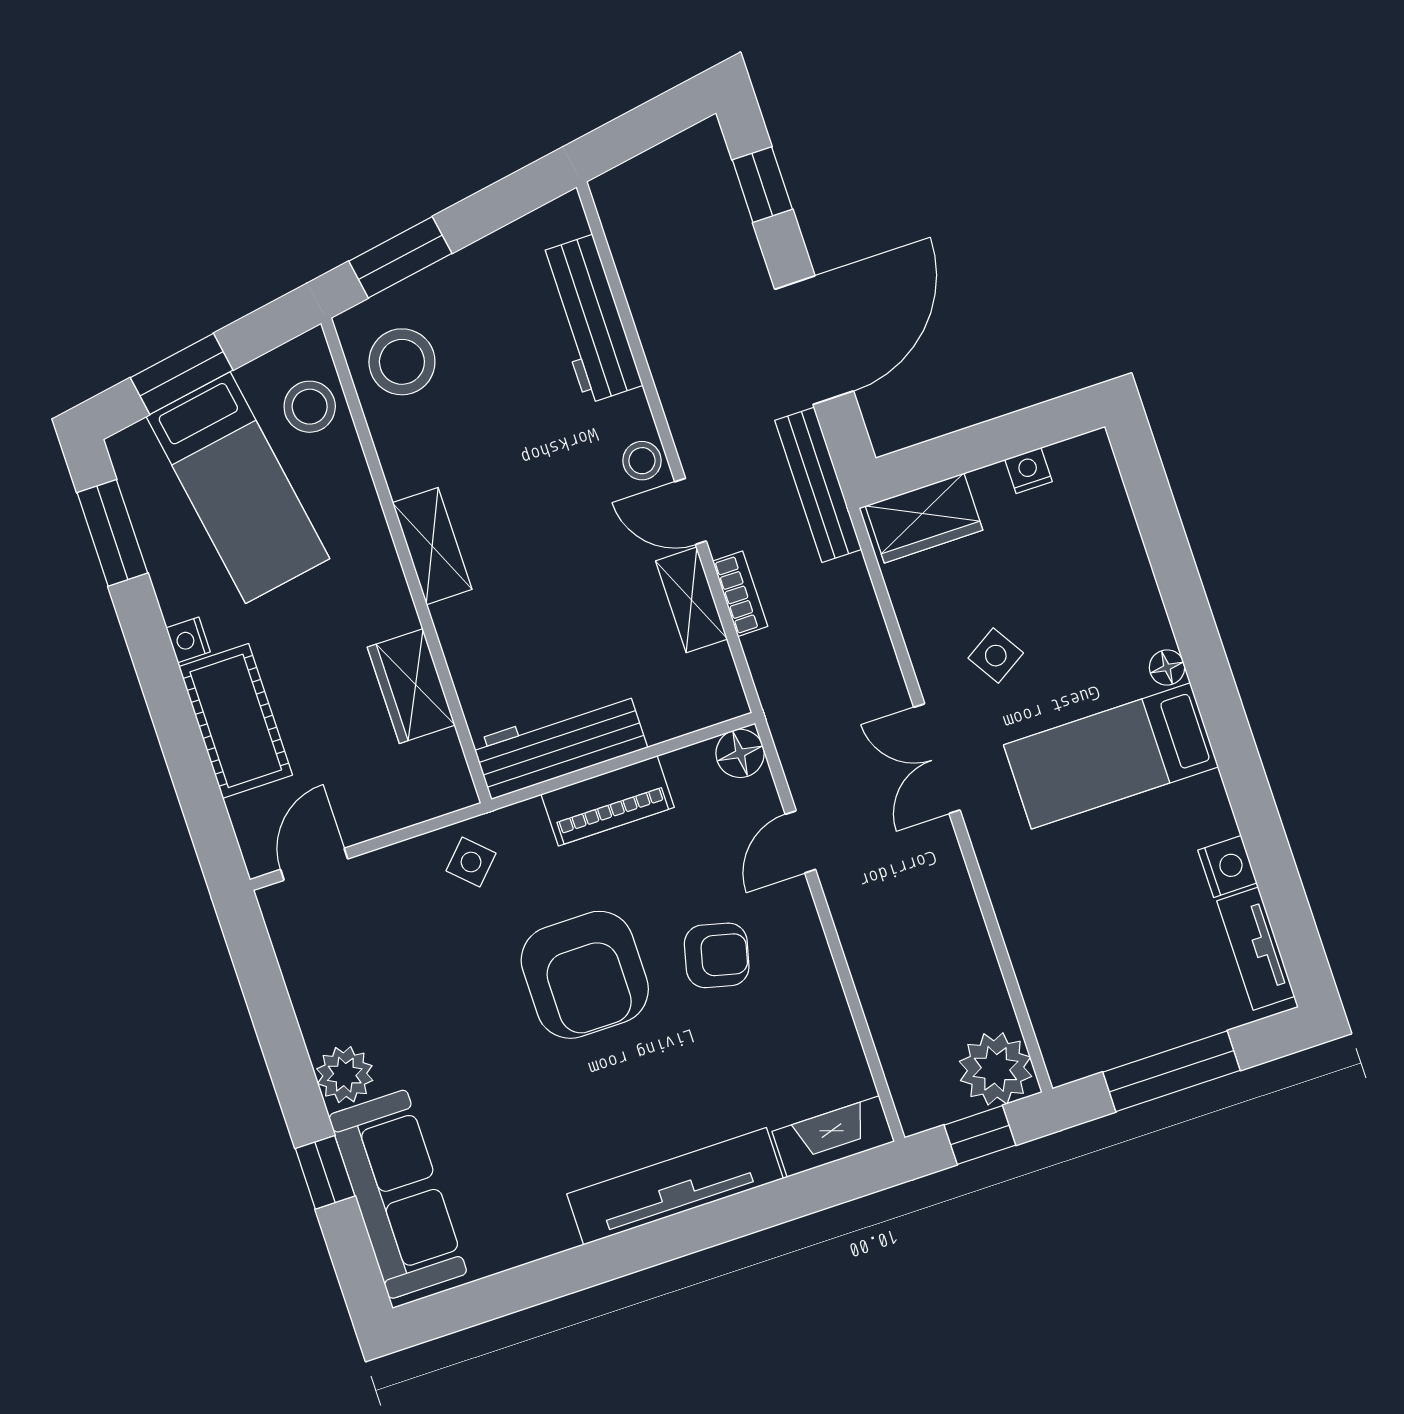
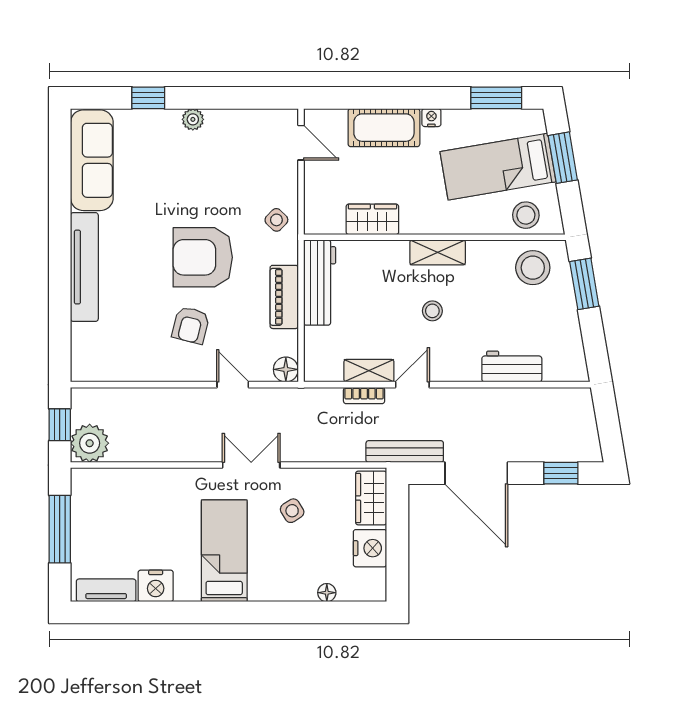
workbench: (590, 319) -> (512, 366), width x0.73
stool: (642, 461) -> (432, 311), moved
nightstand: (1029, 470) -> (370, 548), width x1.89, depth x1.79
floor lamp: (1167, 667) -> (327, 593), moved
nightstand: (1227, 866) -> (156, 586), width x1.36, depth x1.33
plant: (345, 1075) -> (193, 119), width x0.73, depth x0.73
fireplace: (833, 1136) -> (83, 353), removed
sofa: (398, 1194) -> (92, 160), moved, turned -90

